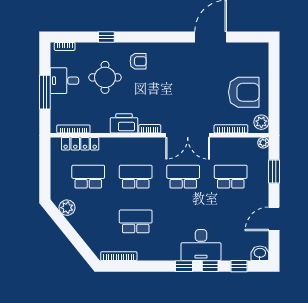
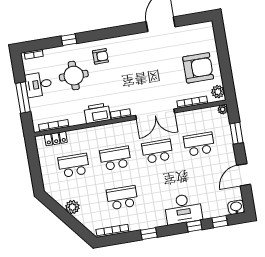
locker: (80, 144) -> (56, 139), width x0.66
plant: (67, 208) -> (72, 207), moved
window: (184, 266) -> (149, 234), moved

